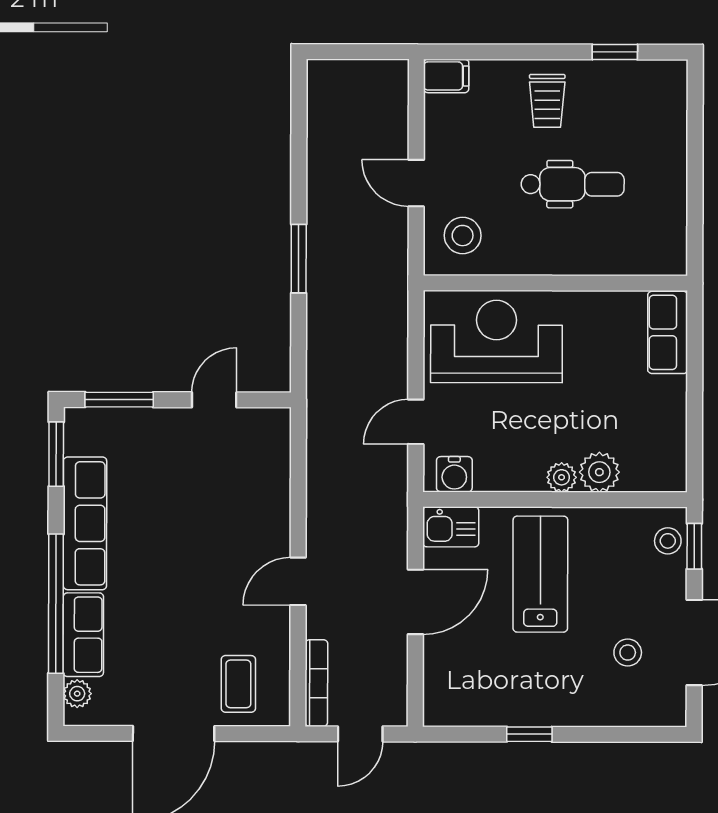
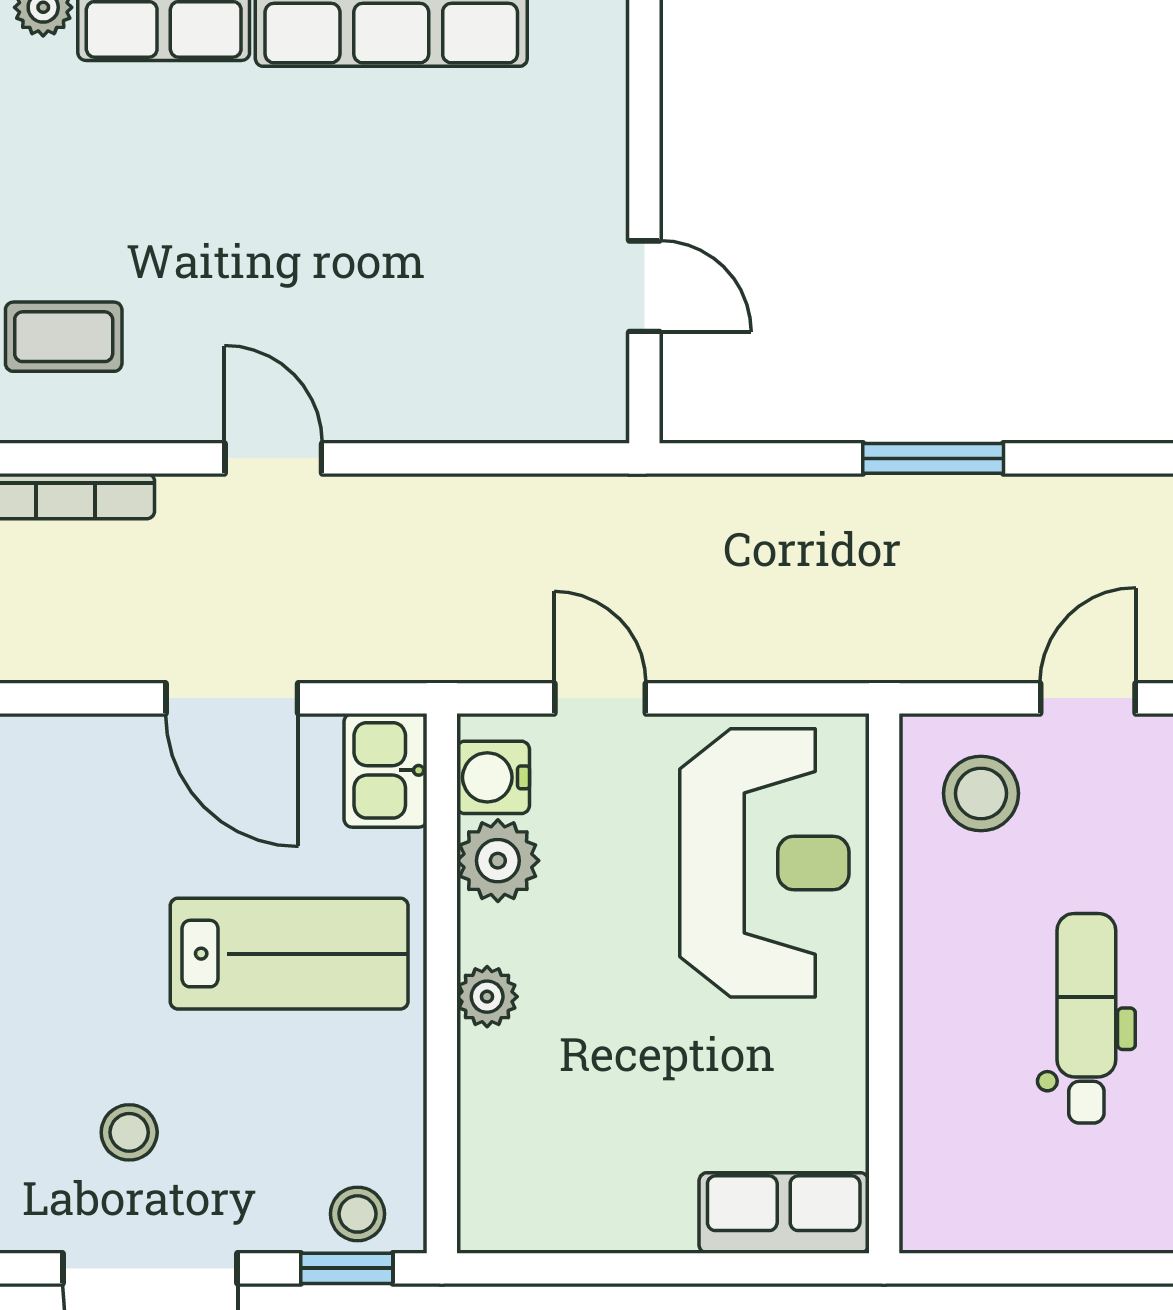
dental chair: (573, 184) -> (1086, 1018), turned 180
window: (119, 400) -> (644, 92), removed
plant: (599, 472) -> (498, 861), moved

